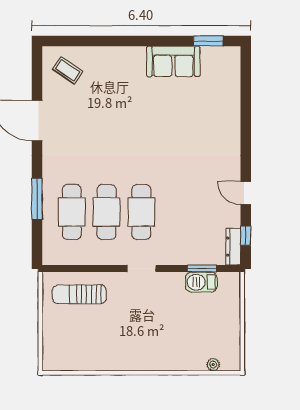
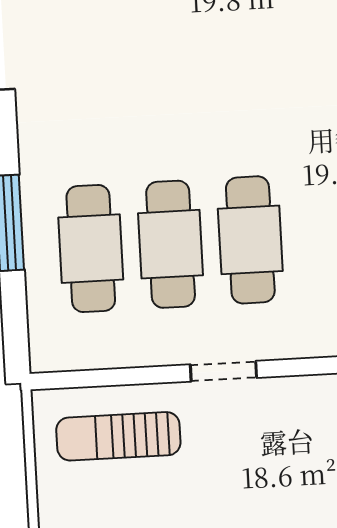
doorway: (142, 268) -> (223, 371), moved

